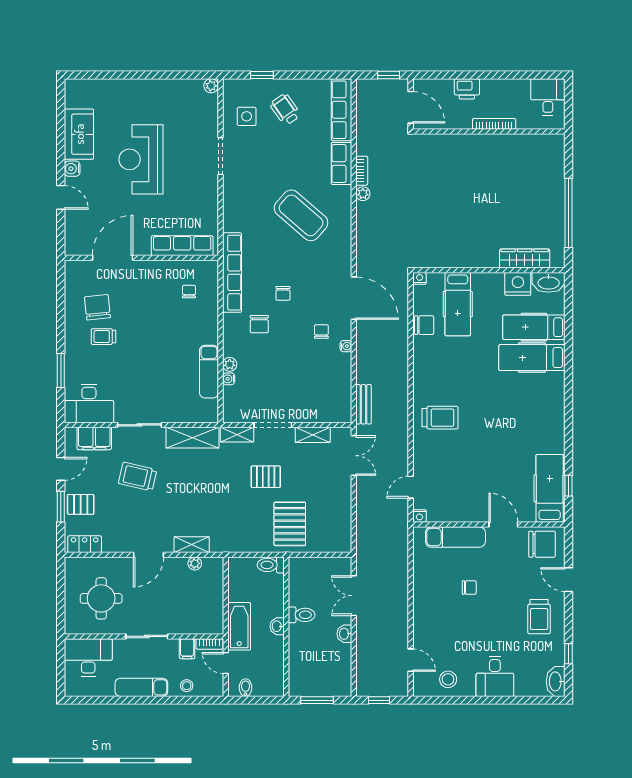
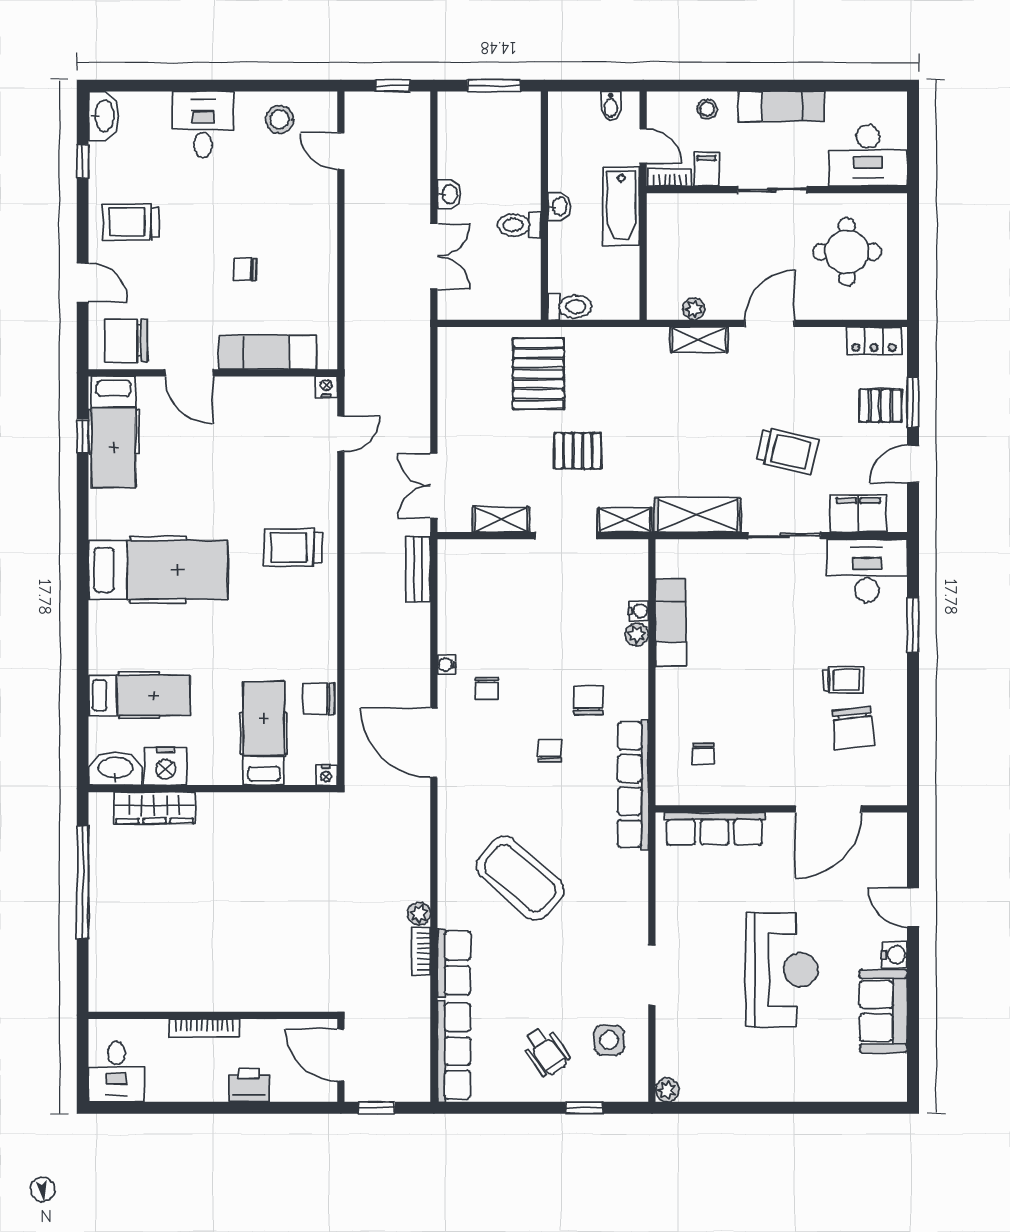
hospital bed: (532, 358) -> (158, 570), moved, width x1.37, depth x1.29
trolley: (539, 617) -> (131, 222), turned -90

